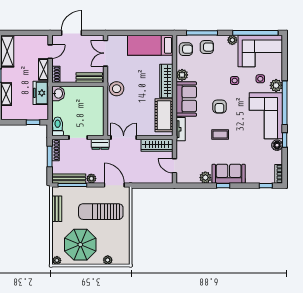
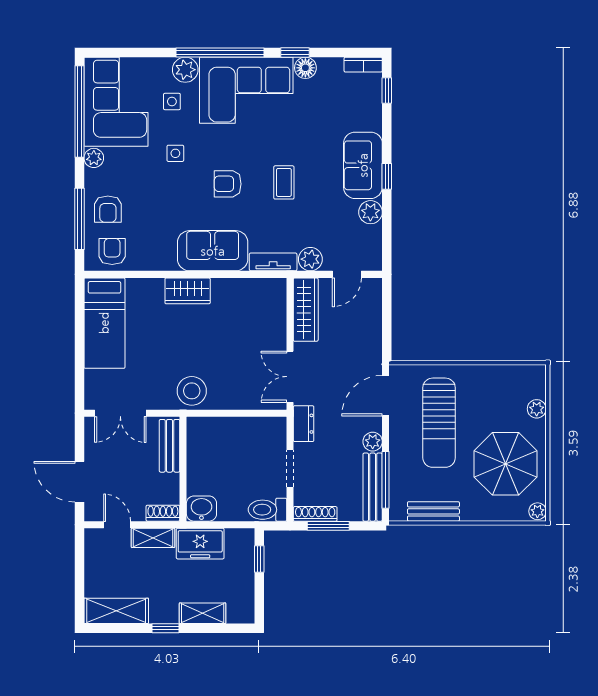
armchair: (207, 47) -> (108, 209), turned 180
plant: (182, 75) -> (310, 259), moved
wardrobe: (166, 81) -> (188, 291), width x0.67
armchair: (219, 107) -> (228, 184), turned 180
cot: (164, 115) -> (245, 295), removed

